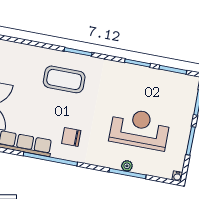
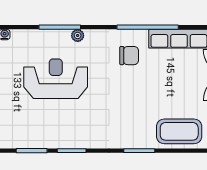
coffee table: (64, 79) -> (179, 131), moved
reception desk: (140, 129) -> (56, 79), turned 180
plant: (127, 166) -> (78, 35), moved

